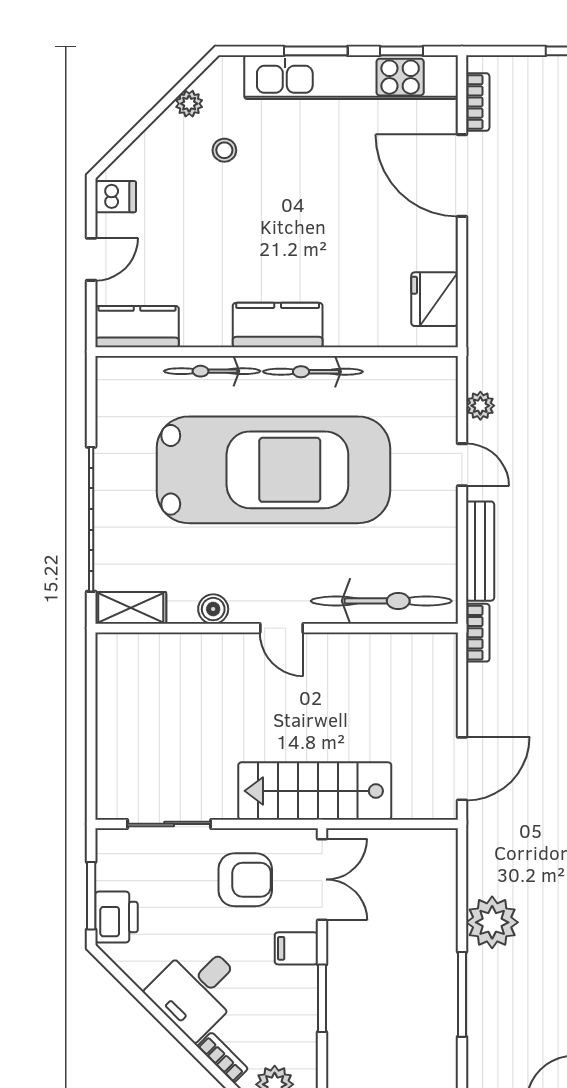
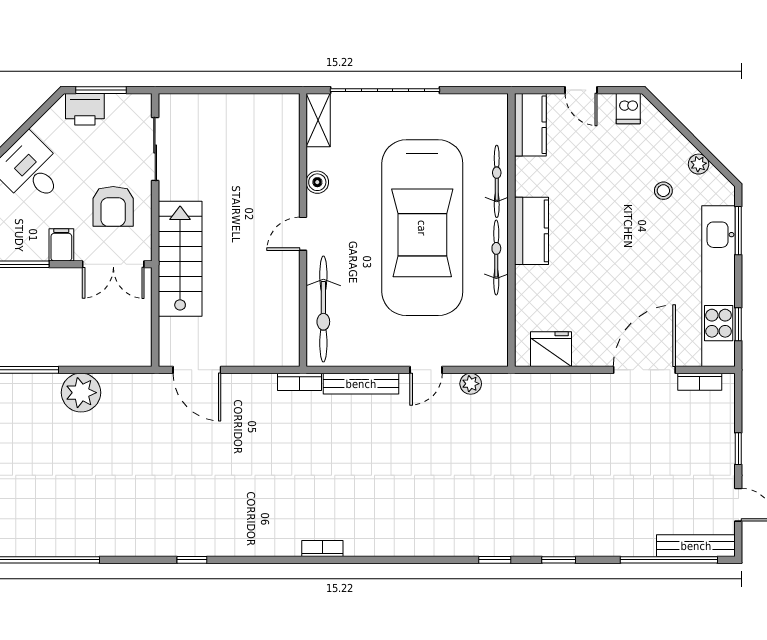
window: (316, 51) -> (738, 231), moved

